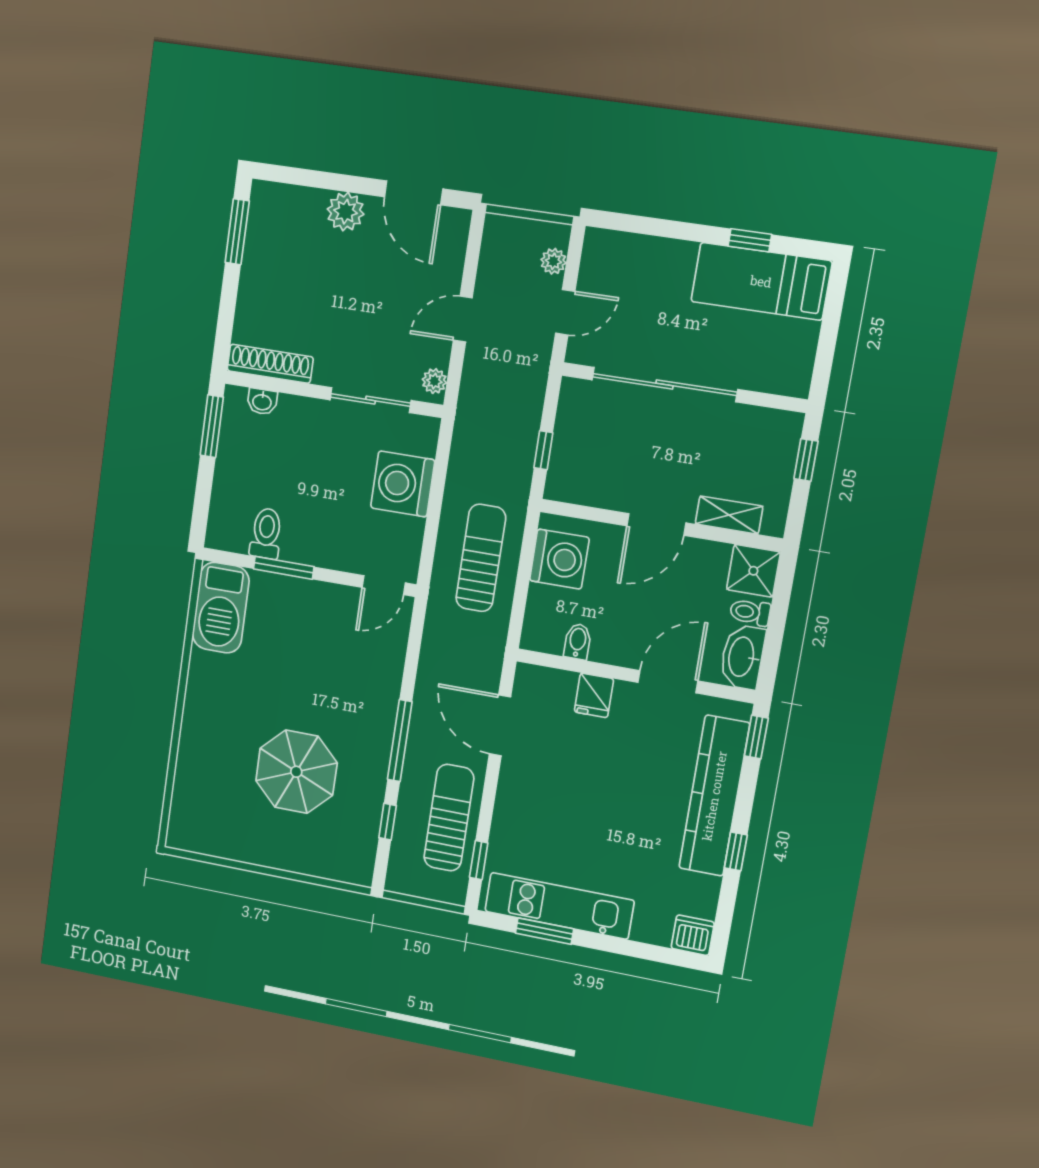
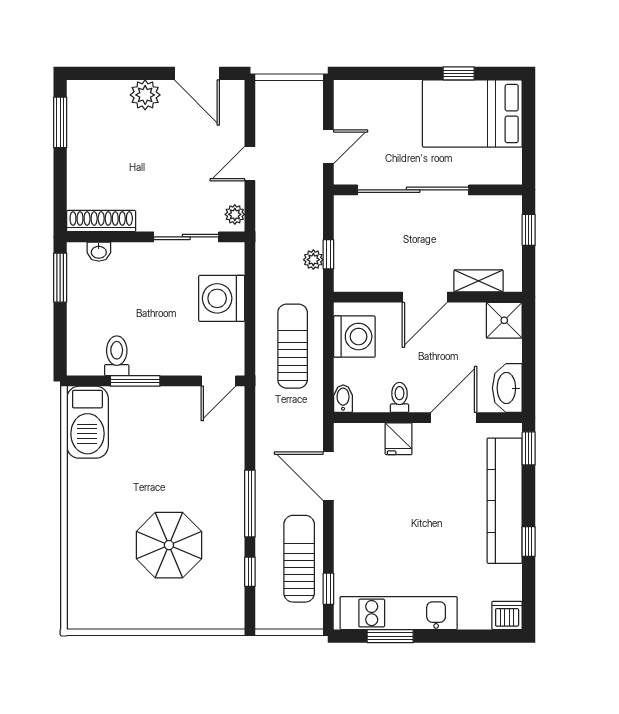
plant: (553, 261) -> (313, 260), moved
bed: (761, 281) -> (472, 114), width x1.50
toilet: (750, 612) -> (399, 397), moved, turned 90
bidet: (578, 641) -> (343, 399), moved

